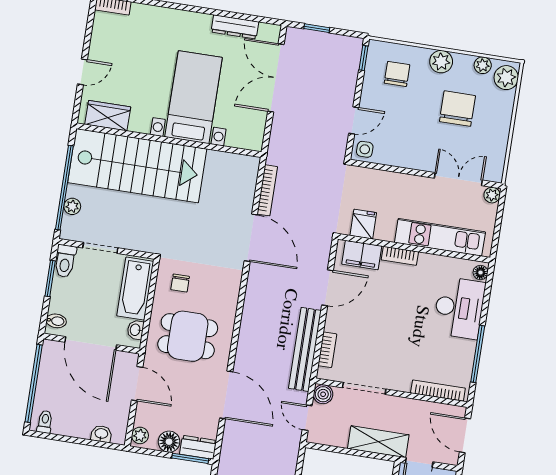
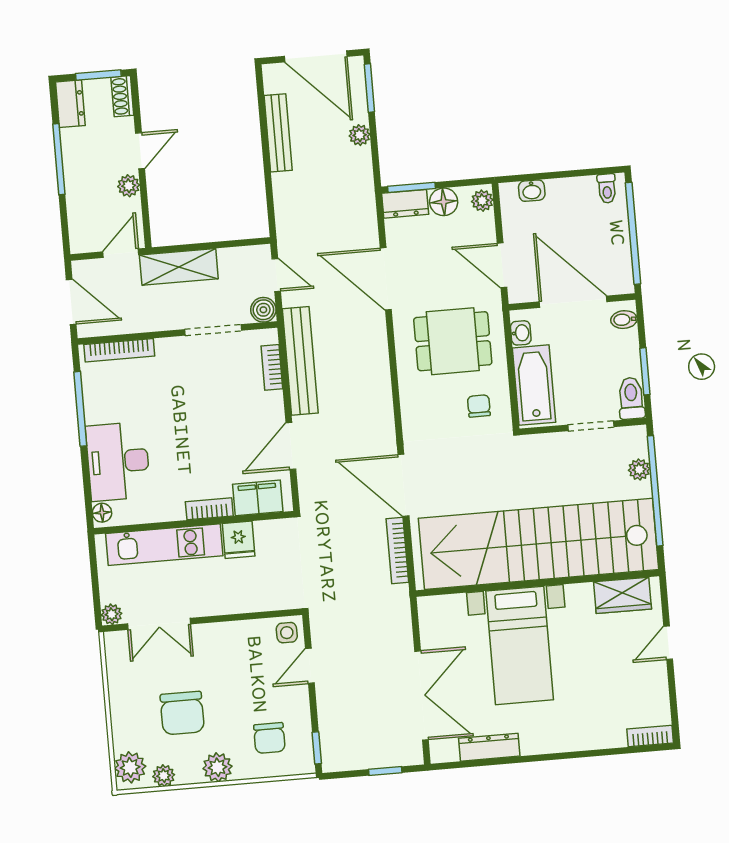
stairs: (137, 166) -> (538, 544), width x1.36
fridge: (363, 224) -> (239, 540), moved

